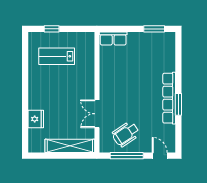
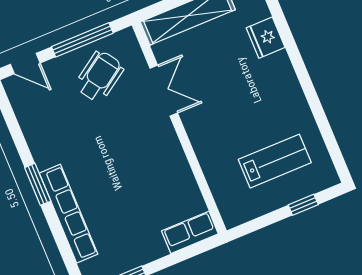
row of seats: (169, 98) -> (69, 214), moved
window: (178, 104) -> (38, 184), moved

